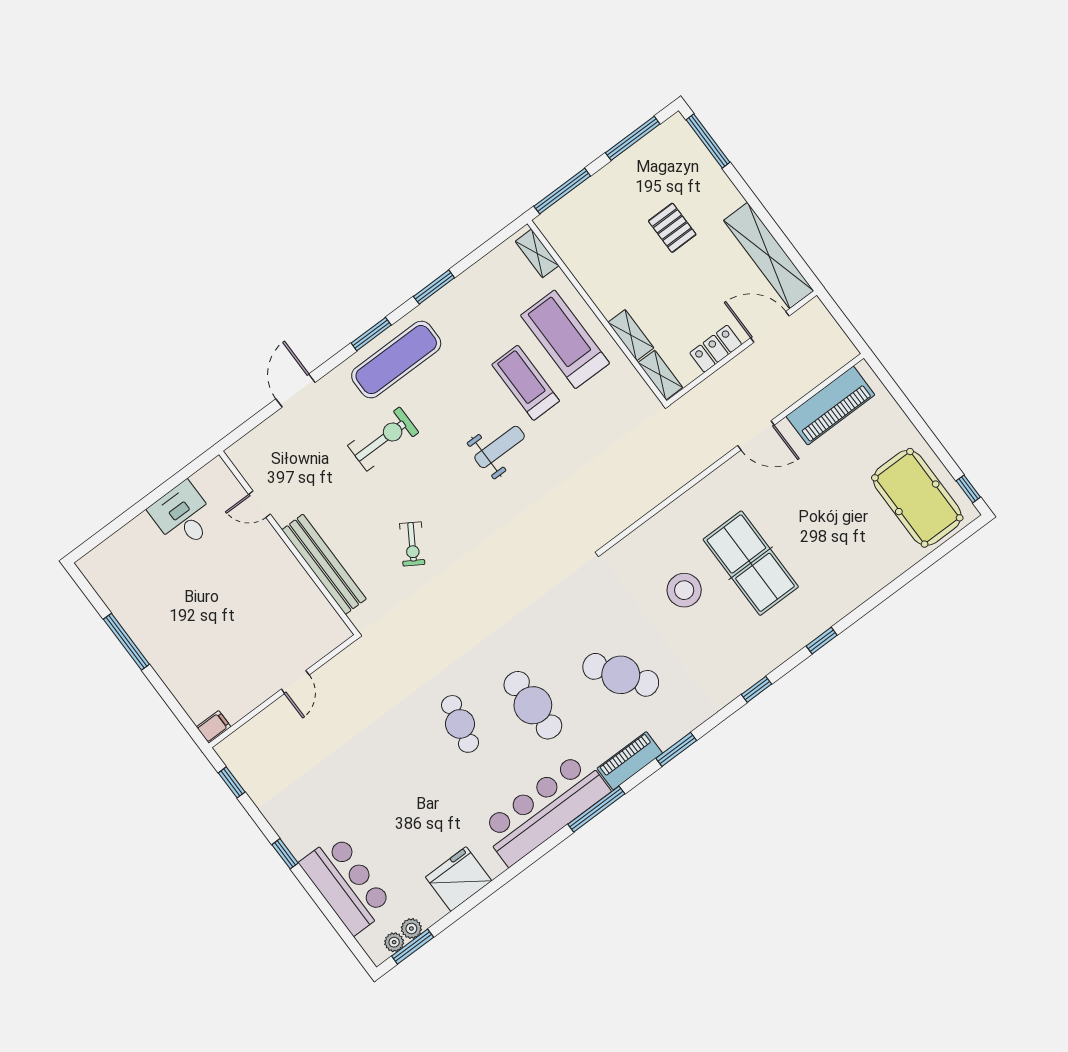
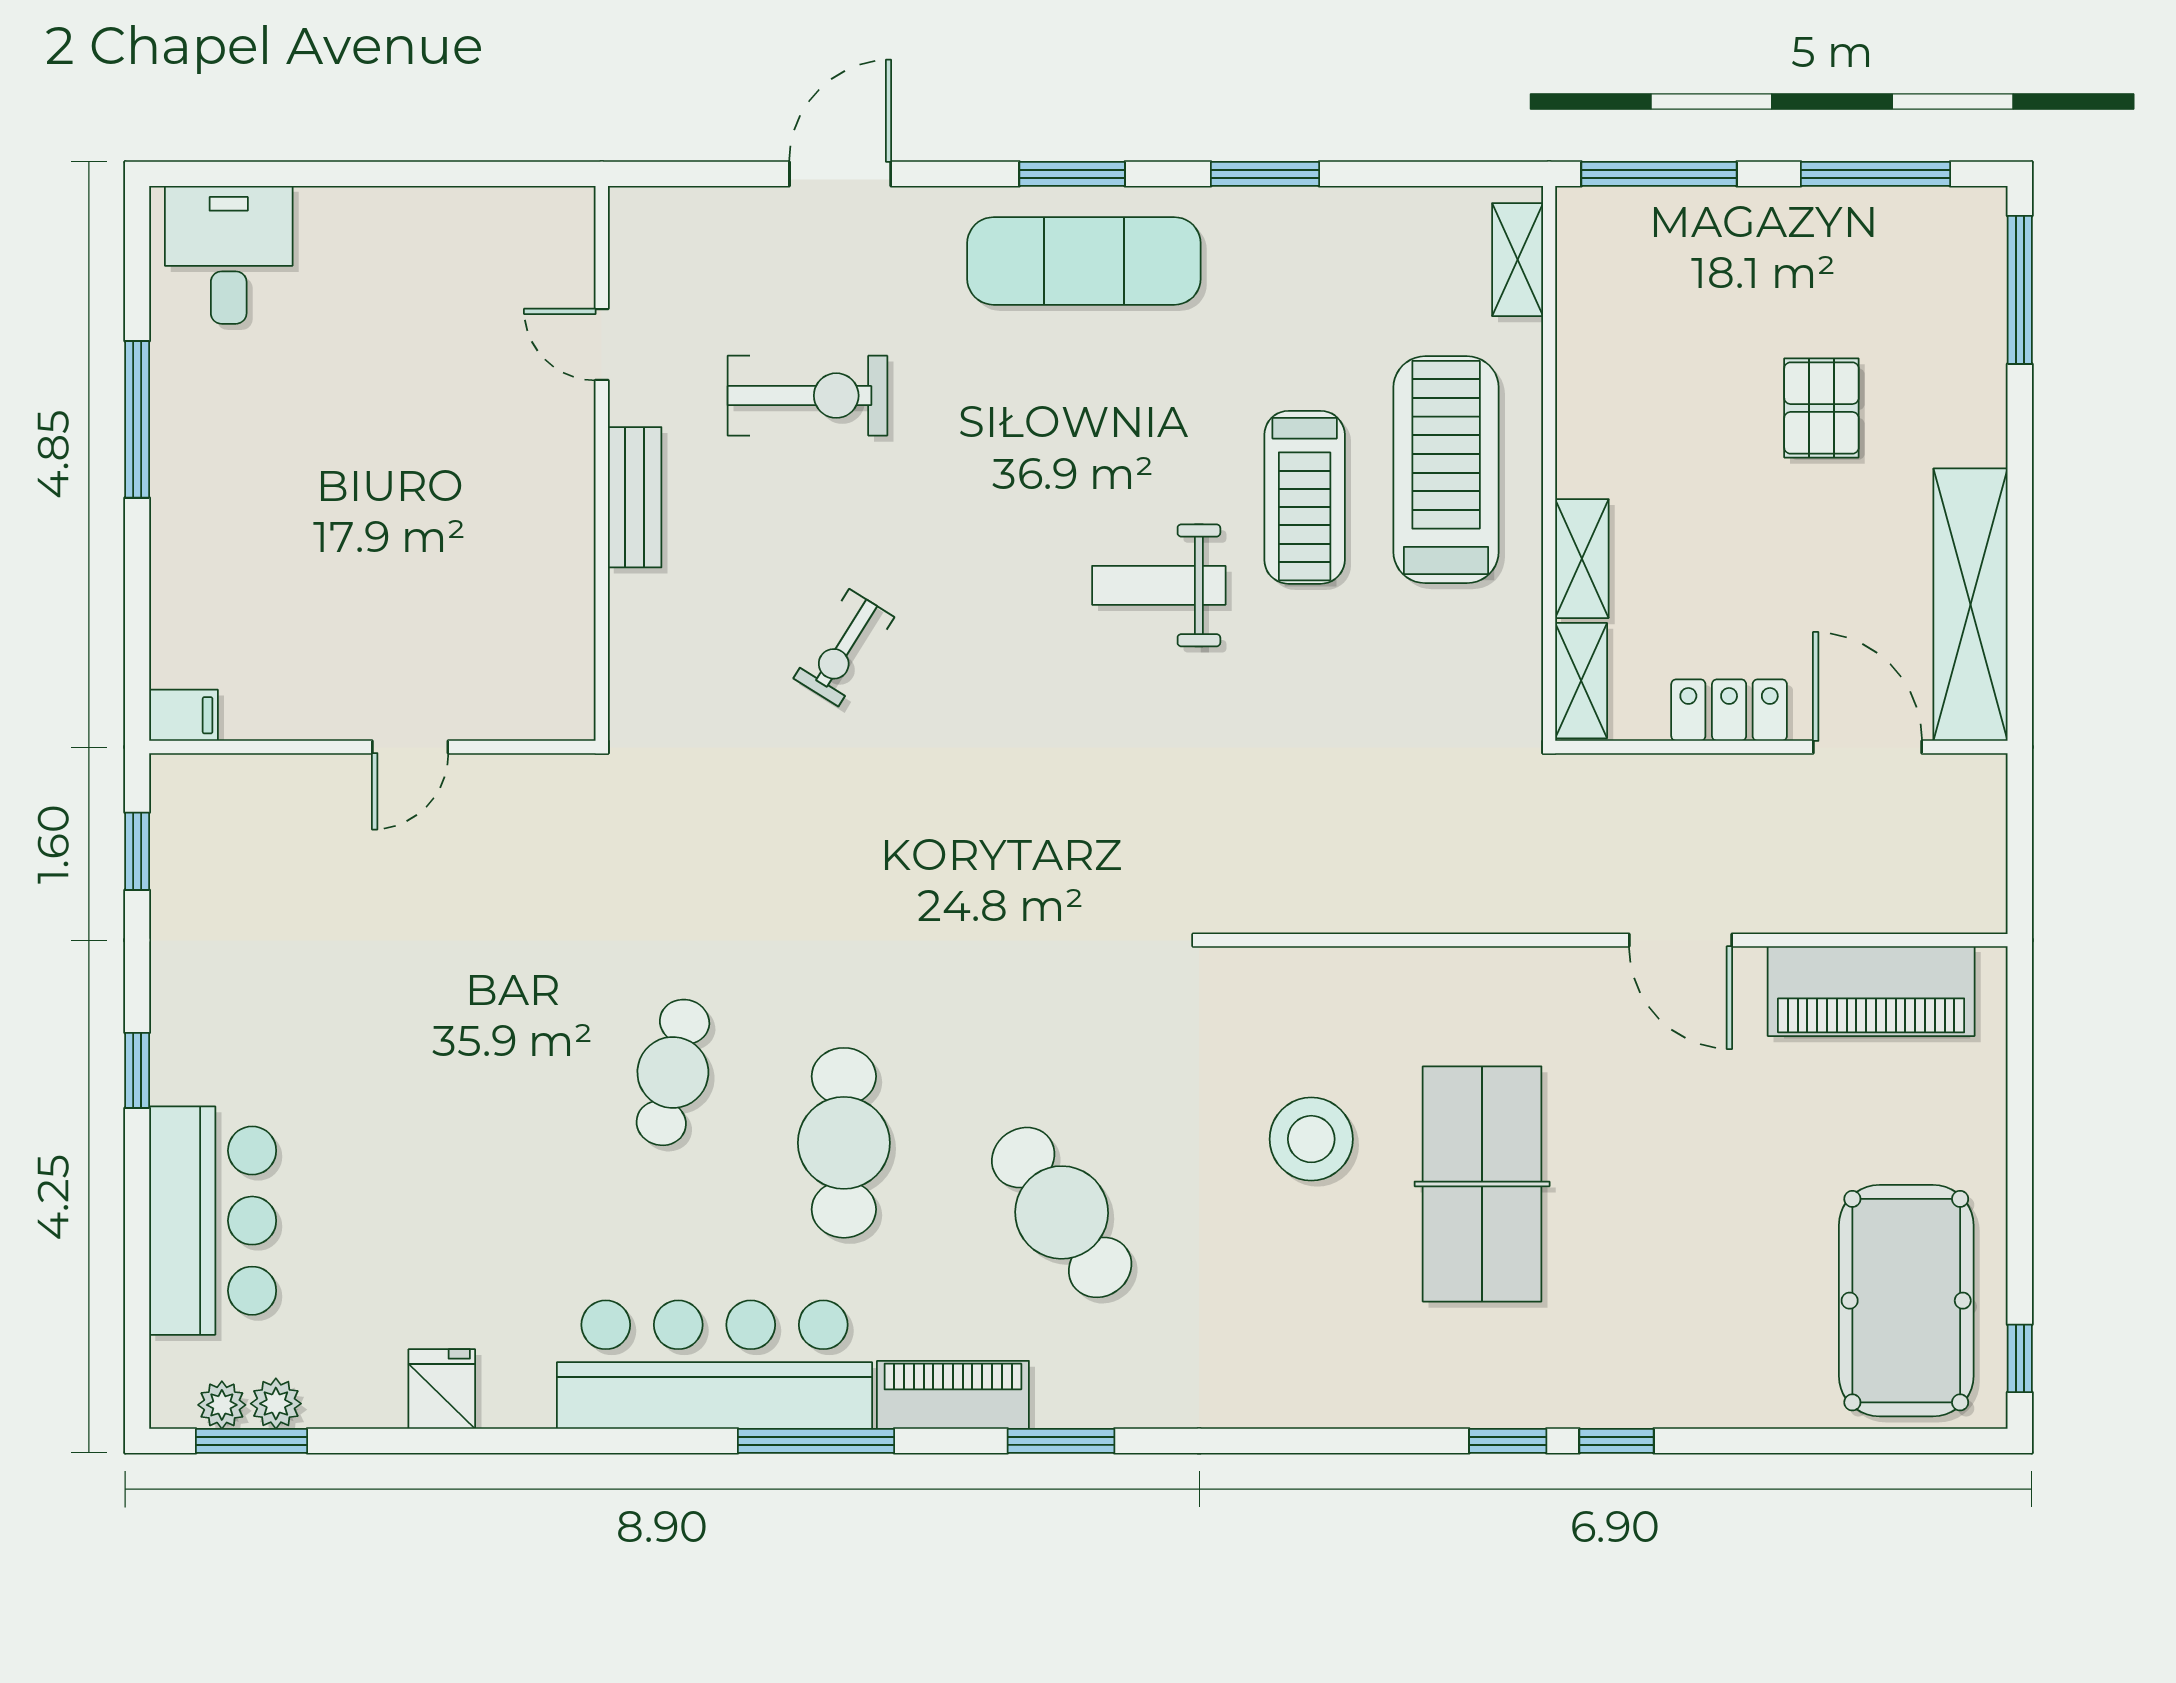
treadmill: (526, 383) -> (1305, 497), turned 180
exercise bike: (383, 439) -> (807, 396), moved
weight bench: (500, 447) -> (1159, 585), turned 180
desk: (183, 516) -> (229, 255), moved
bench: (324, 564) -> (635, 497), width x0.54, depth x0.82
window: (756, 689) -> (1617, 1441), moved
fridge: (459, 879) -> (442, 1389), width x0.53, depth x0.75

